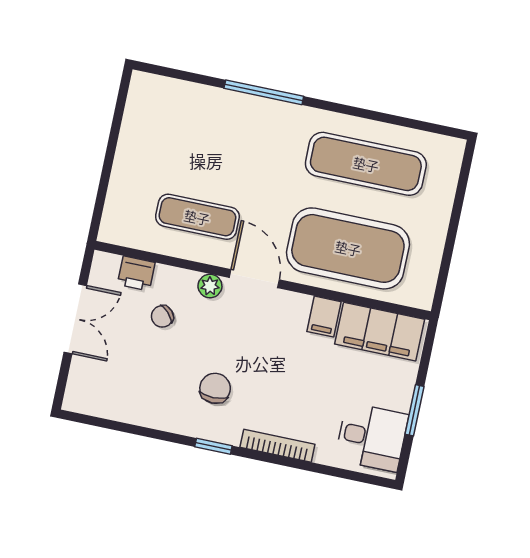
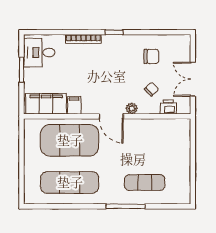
exercise mat: (197, 217) -> (145, 182), moved
chair: (215, 388) -> (151, 56), moved, turned -90

